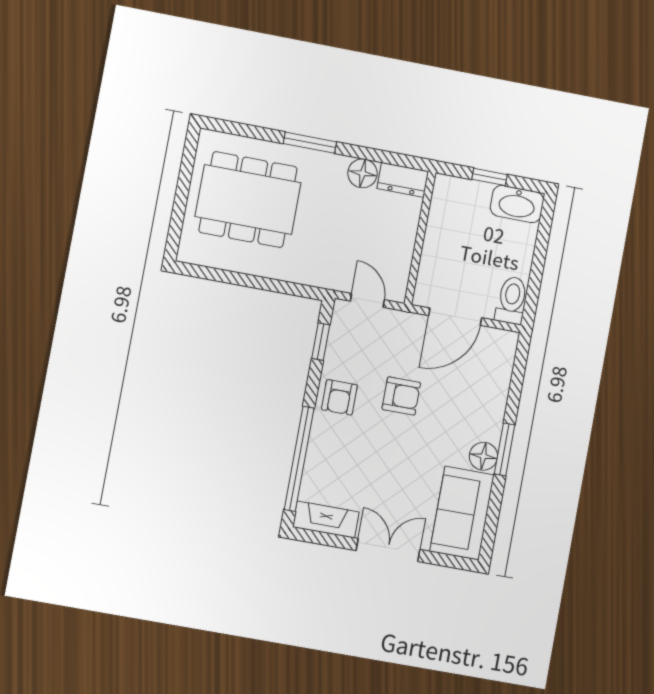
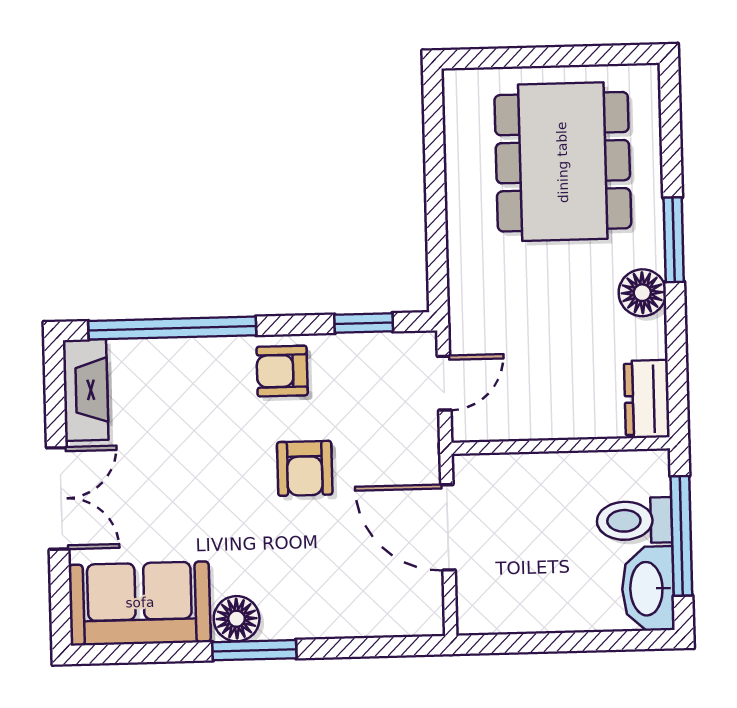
floor lamp: (363, 173) -> (642, 293), moved
window: (489, 177) -> (681, 536), width x2.17
toilet: (512, 300) -> (634, 521), moved, turned 180

